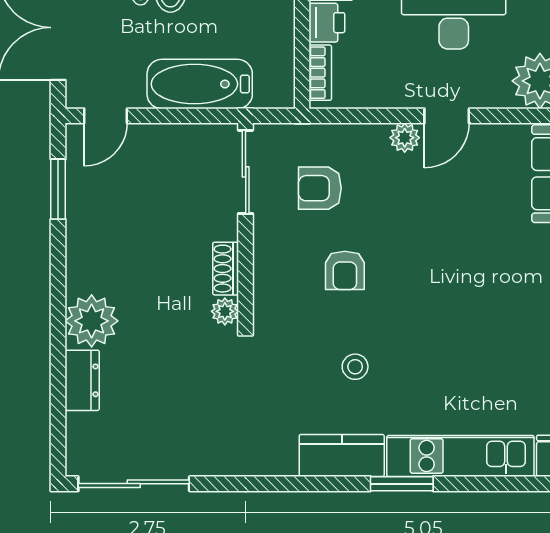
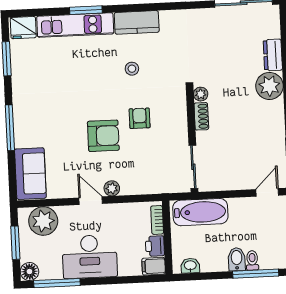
bathtub: (200, 84) -> (200, 212), moved
door: (447, 116) -> (91, 201), hinge flipped
armchair: (320, 188) -> (103, 136), moved, width x1.38, depth x1.38
window: (402, 484) -> (86, 10), moved

